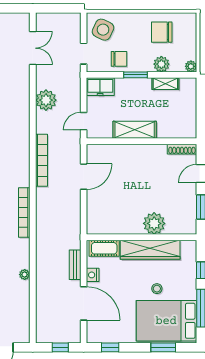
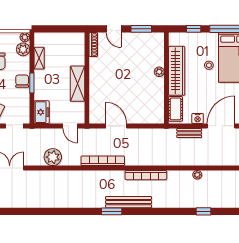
chair: (119, 59) -> (22, 81), moved
plant: (161, 64) -> (23, 49), moved
plant: (154, 223) -> (159, 72), width x0.53, depth x0.53

